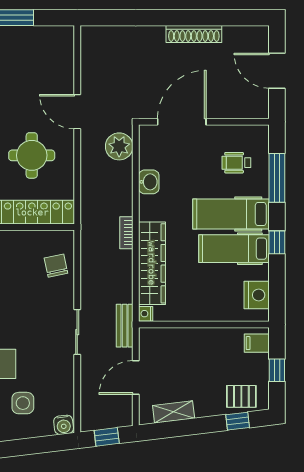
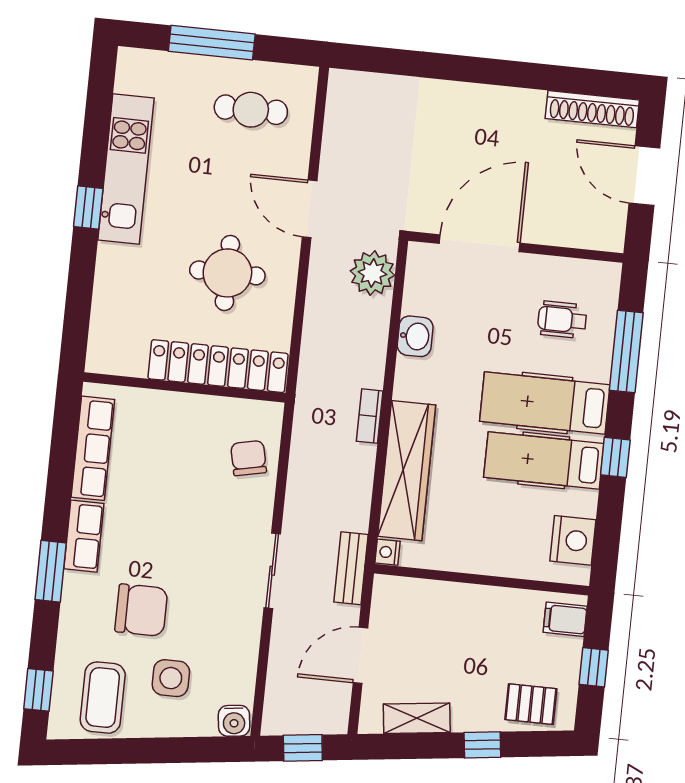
shoe rack: (194, 34) -> (592, 109), moved
cafe table: (36, 56) -> (251, 110), added
window: (238, 421) -> (482, 745), moved

